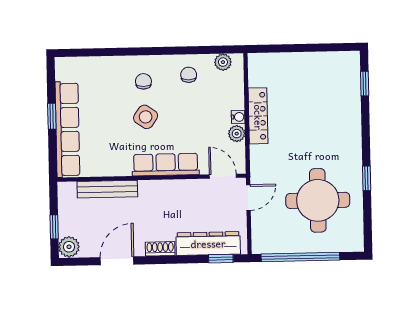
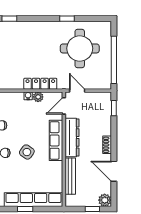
locker: (258, 116) -> (40, 84), moved
dresser: (208, 244) -> (72, 137), moved, turned 180

